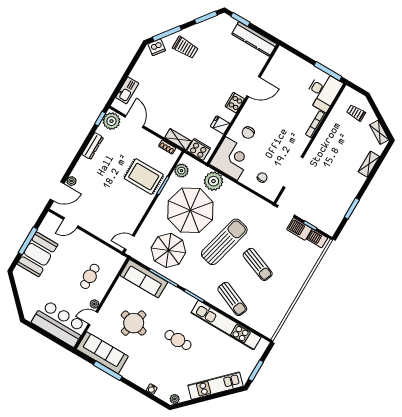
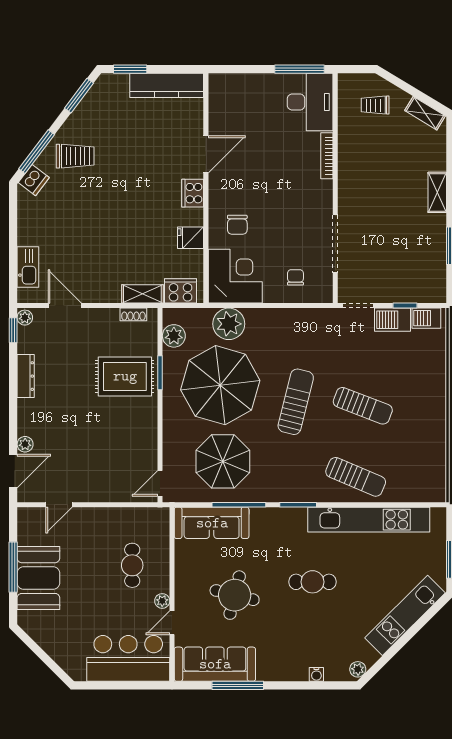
plant: (111, 121) -> (25, 318), width x0.53, depth x0.53
shelving: (369, 164) -> (437, 192), moved
sun lounger: (224, 242) -> (296, 402), width x0.73, depth x0.75

